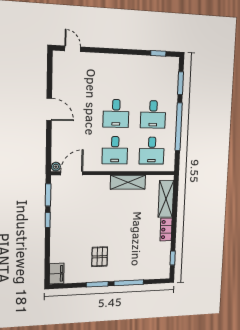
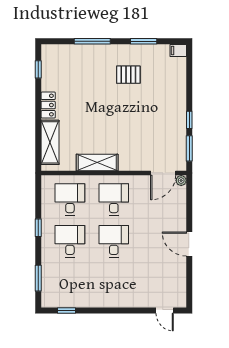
window: (179, 127) -> (38, 228), width x0.32
pallet: (100, 257) -> (128, 75), turned 90
filing cabinet: (57, 274) -> (178, 51), width x0.50
window: (97, 284) -> (144, 41), moved

